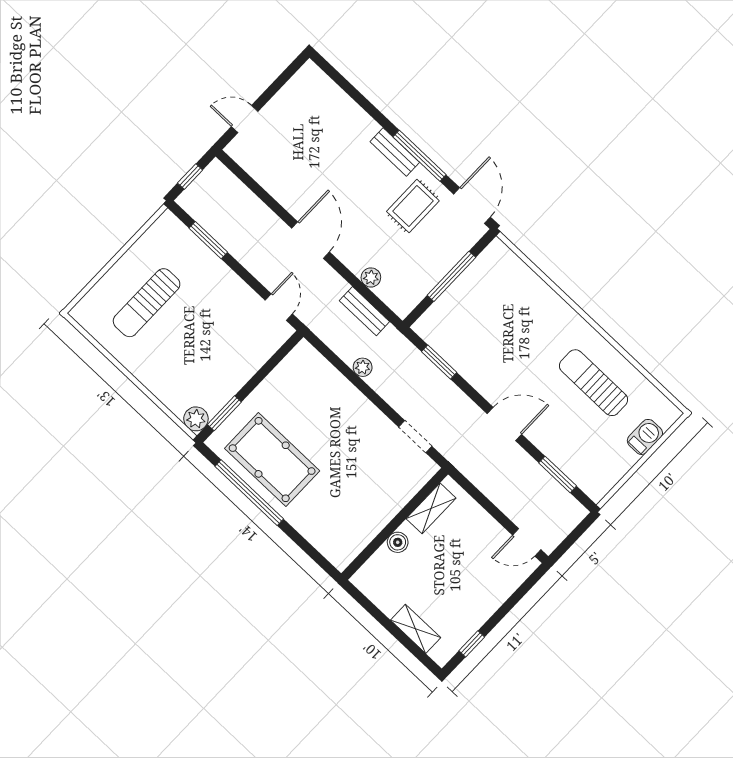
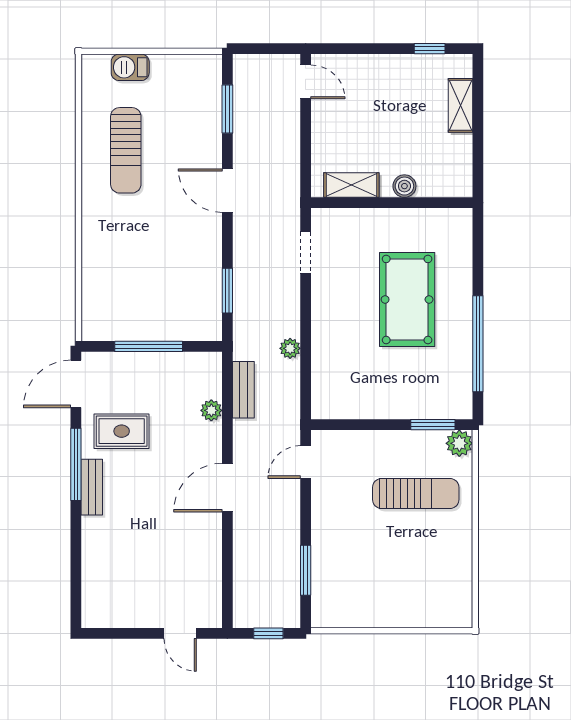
sun lounger: (147, 303) -> (416, 493), moved
pool table: (272, 460) -> (407, 299), moved

